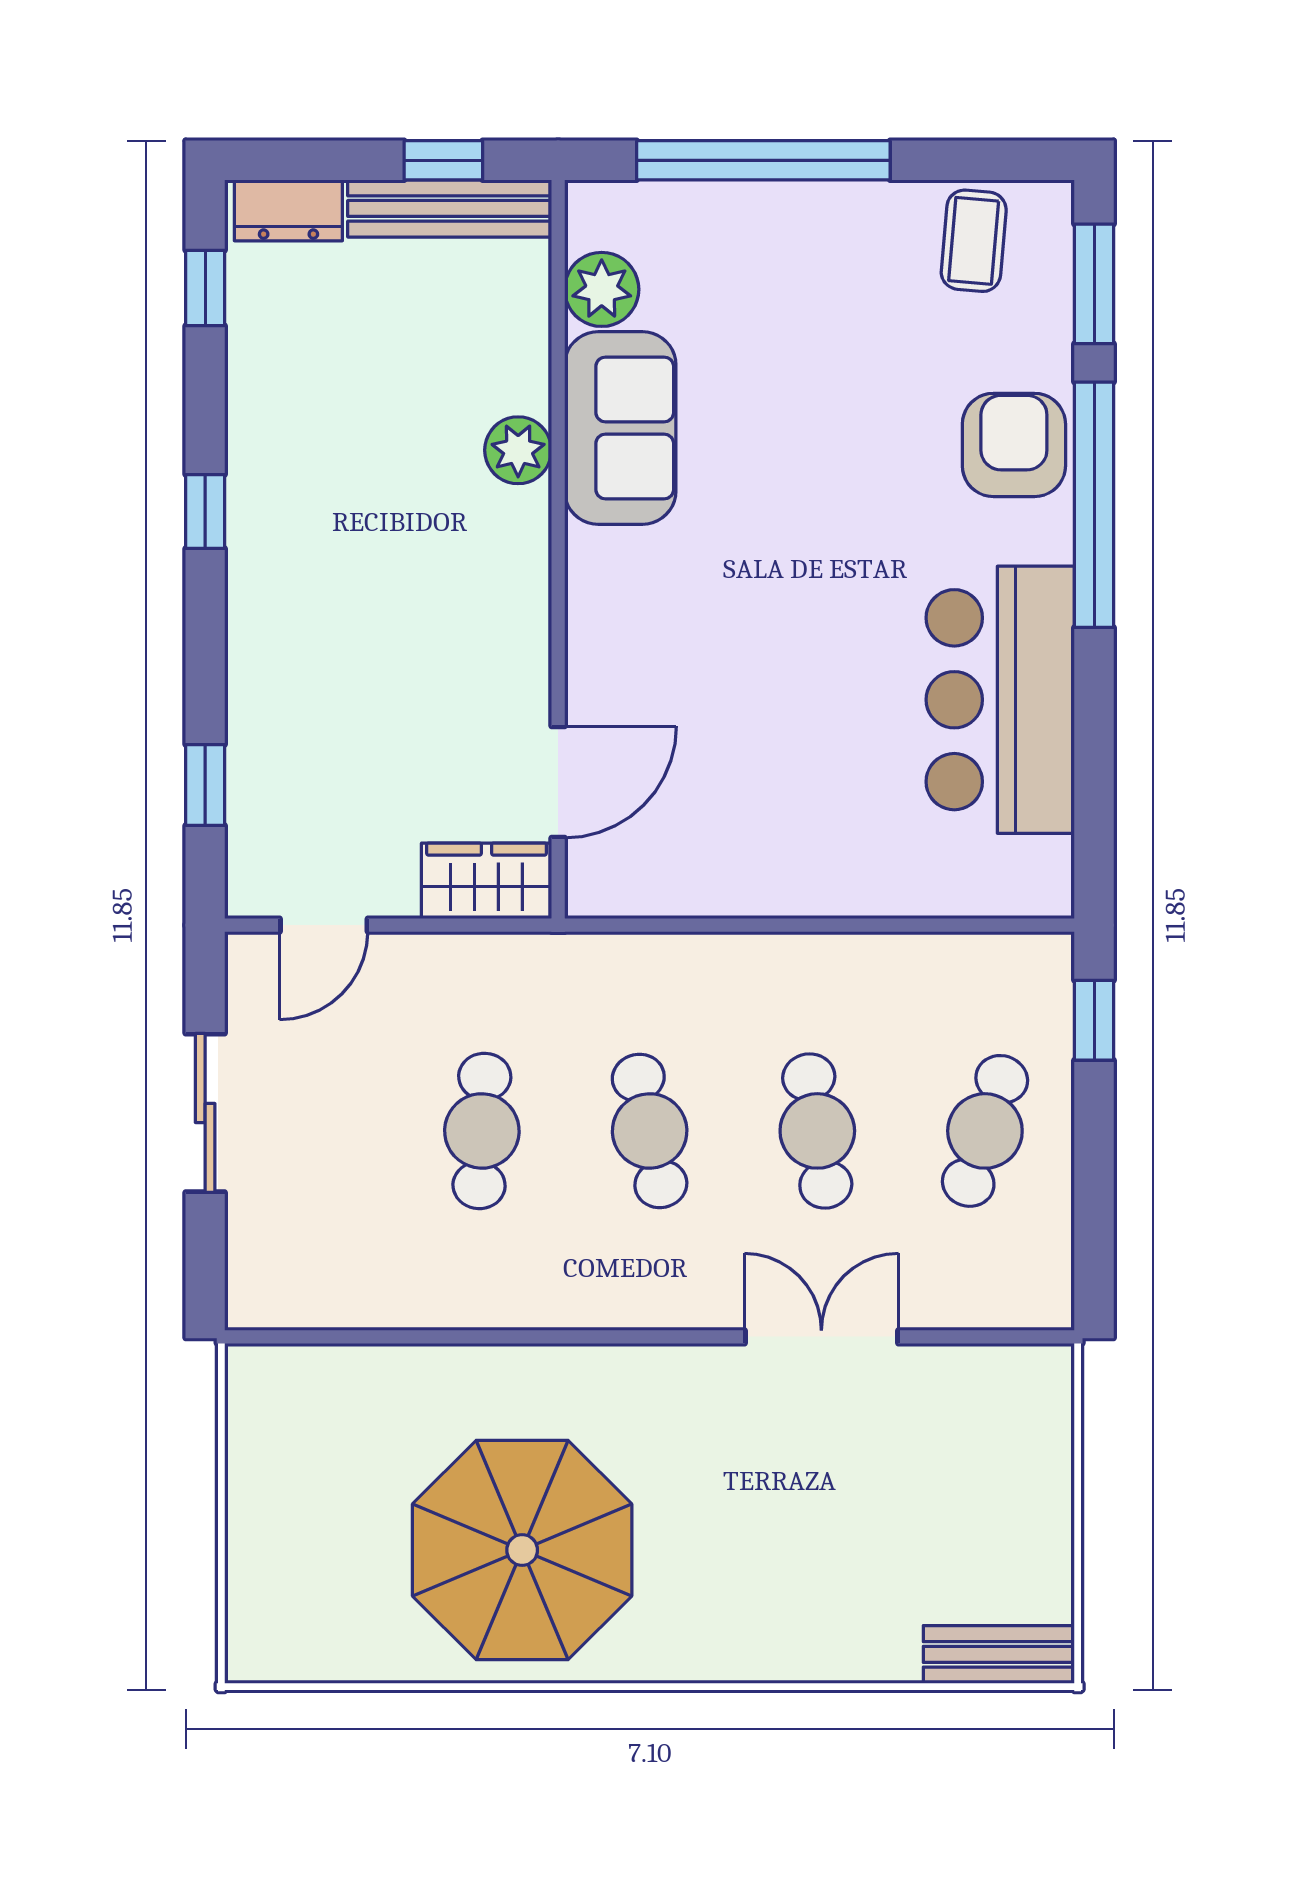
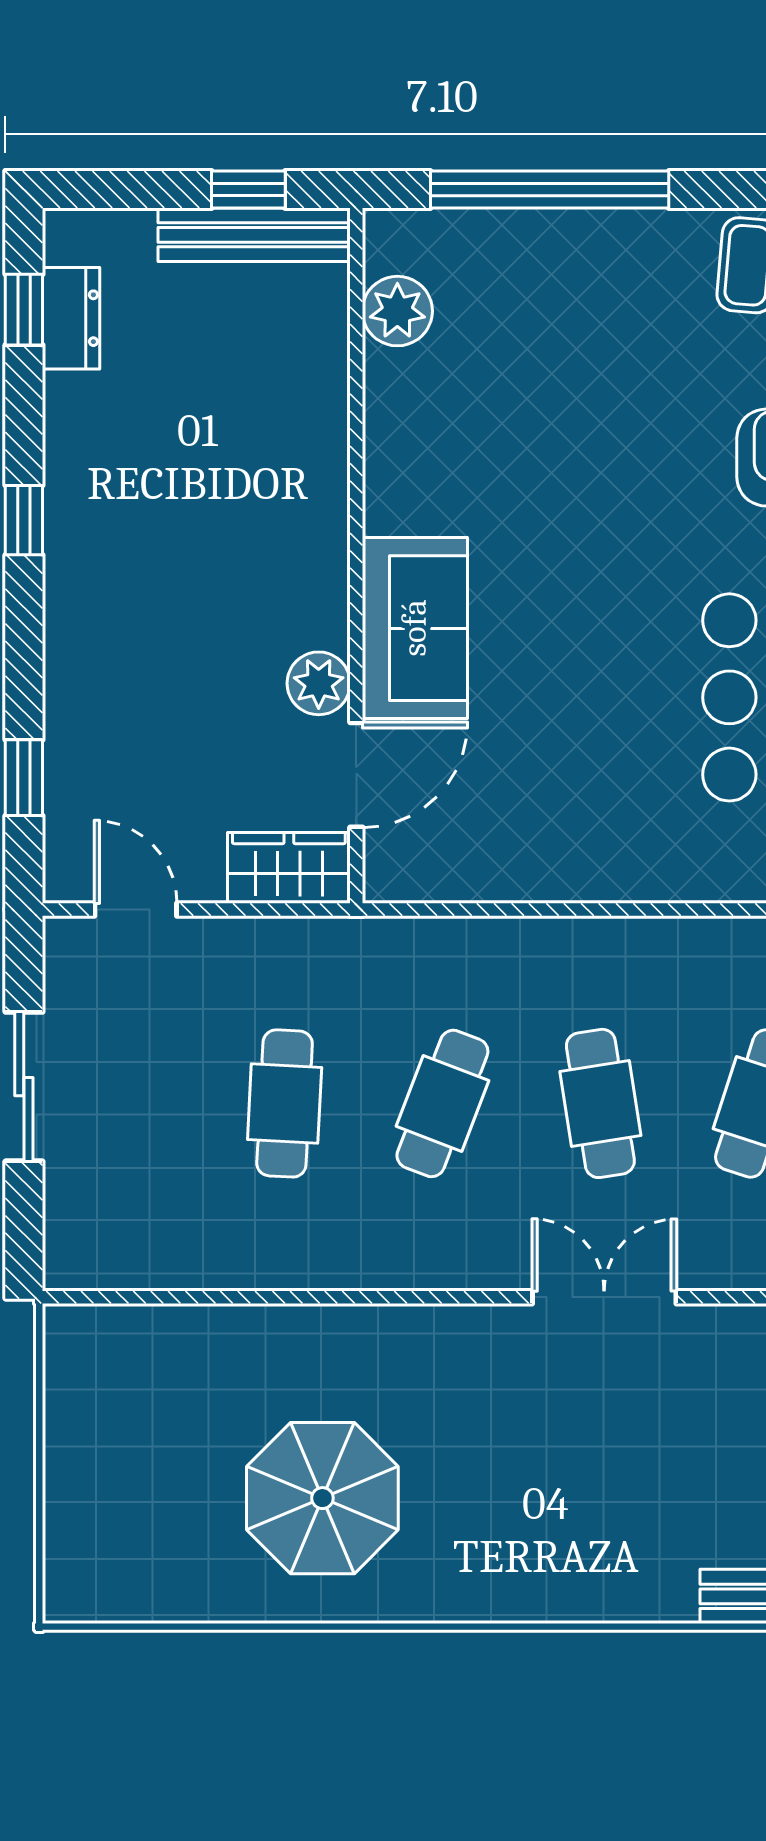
dresser: (288, 210) -> (71, 318), moved, turned -90
sofa: (620, 428) -> (415, 628), moved
plant: (518, 450) -> (319, 683), moved
door: (324, 925) -> (136, 910), swing flipped
cafe table: (650, 1131) -> (442, 1103), turned 33
parasol: (522, 1550) -> (322, 1498), width x0.73, depth x0.73

